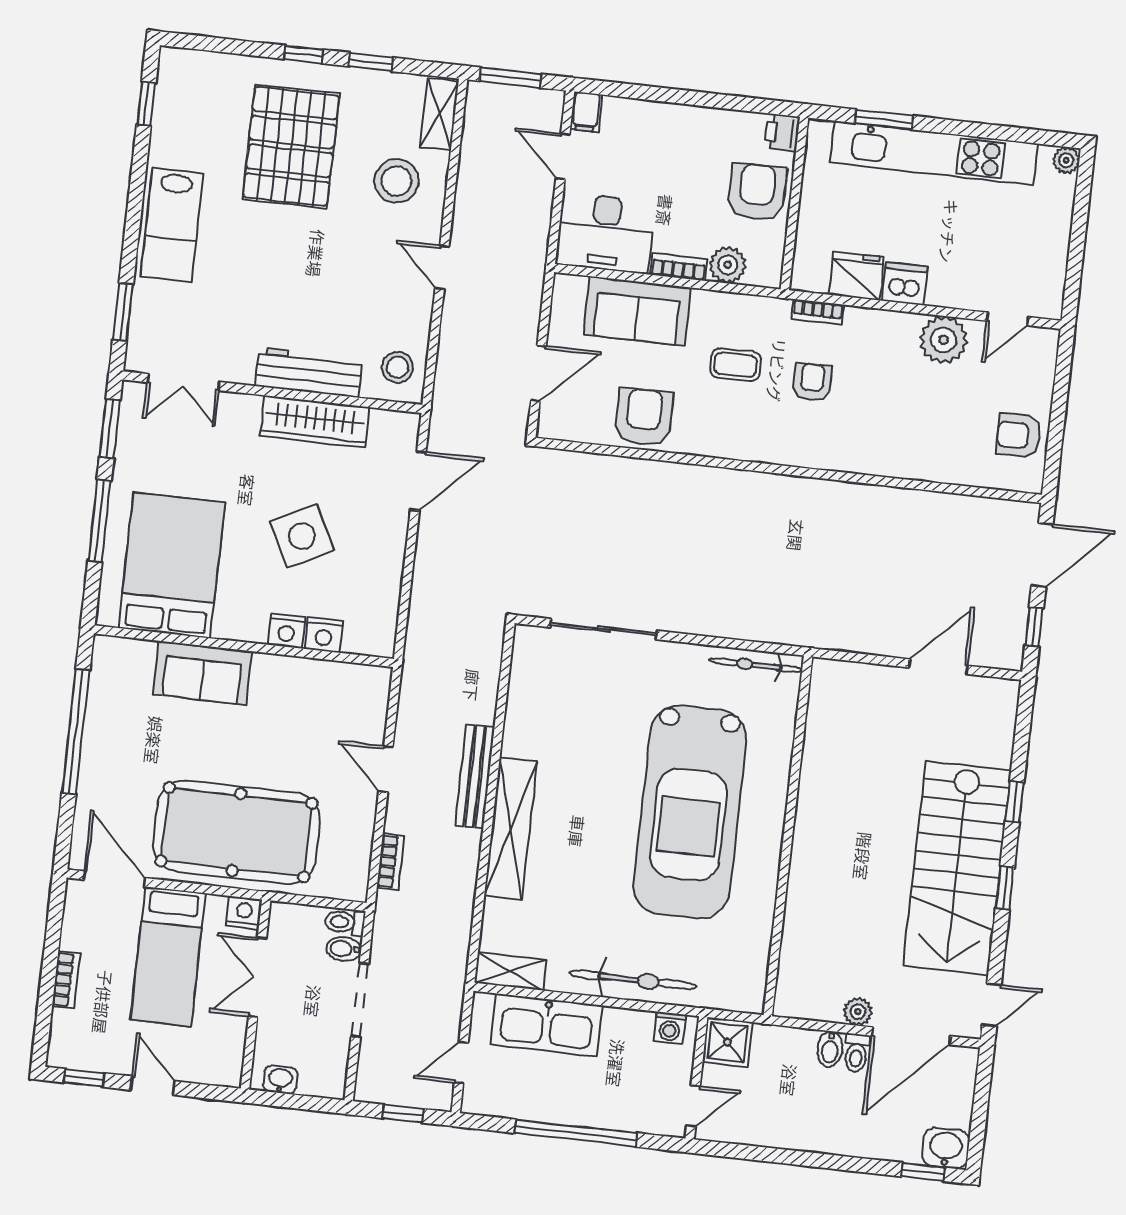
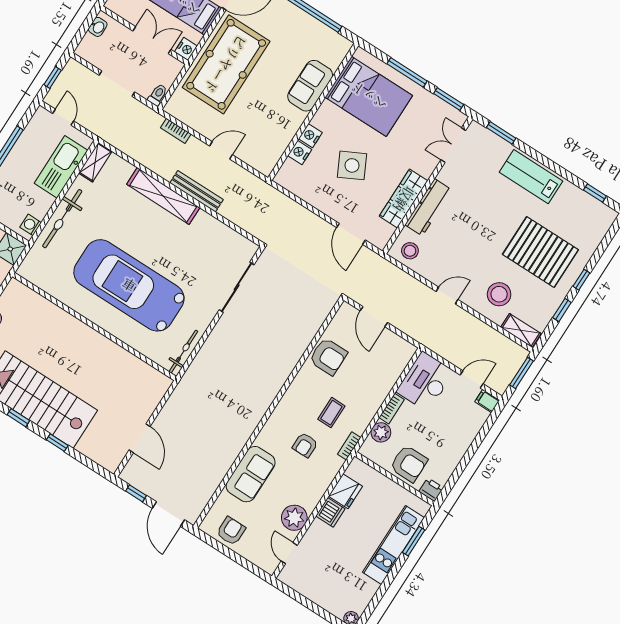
kitchen unit: (934, 153) -> (393, 545), width x0.73
sofa: (637, 311) -> (251, 474), moved, turned 180
bookcase: (818, 312) -> (349, 446), moved
armchair: (812, 382) -> (305, 445), turned 90
bidet: (344, 949) -> (145, 88), removed

